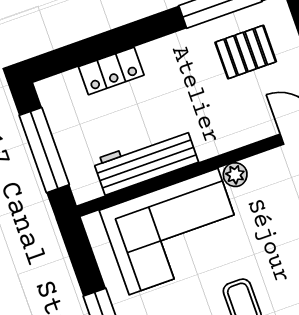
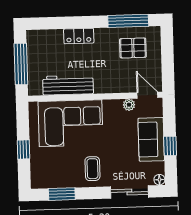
locker: (111, 71) -> (79, 36), moved
plant: (235, 175) -> (129, 105), moved

